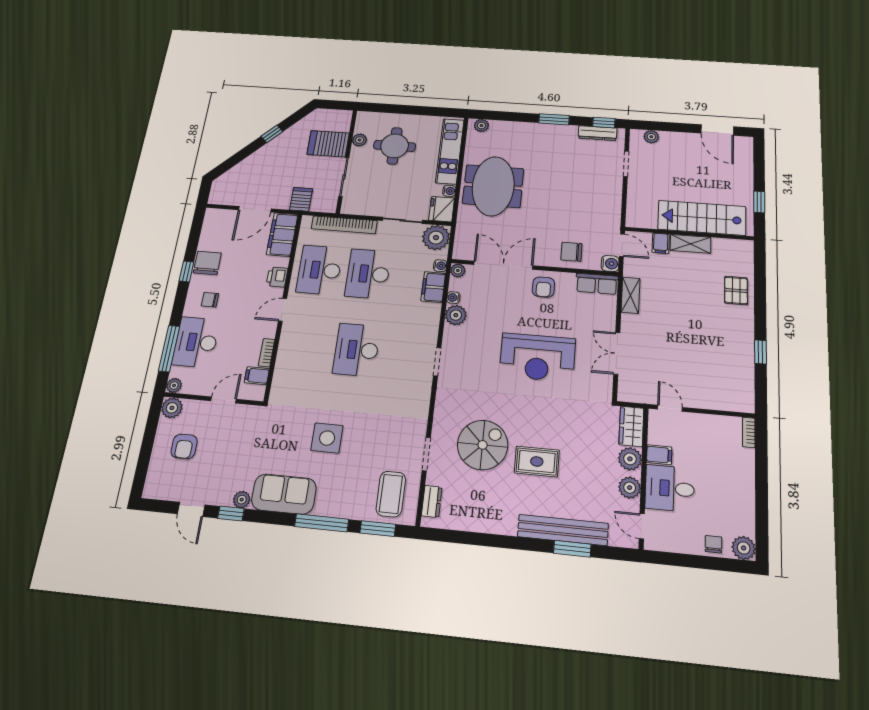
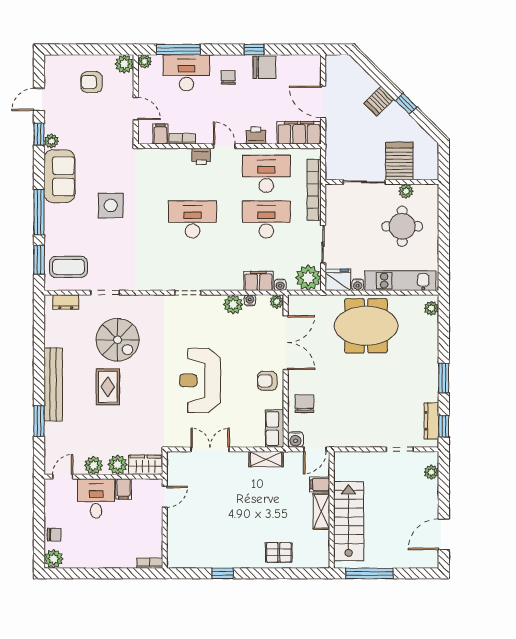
server rack: (301, 199) -> (379, 101), moved, turned 135
window: (759, 202) -> (369, 573), width x2.17
printer: (289, 335) -> (201, 157), added
bench: (563, 530) -> (53, 384), moved

